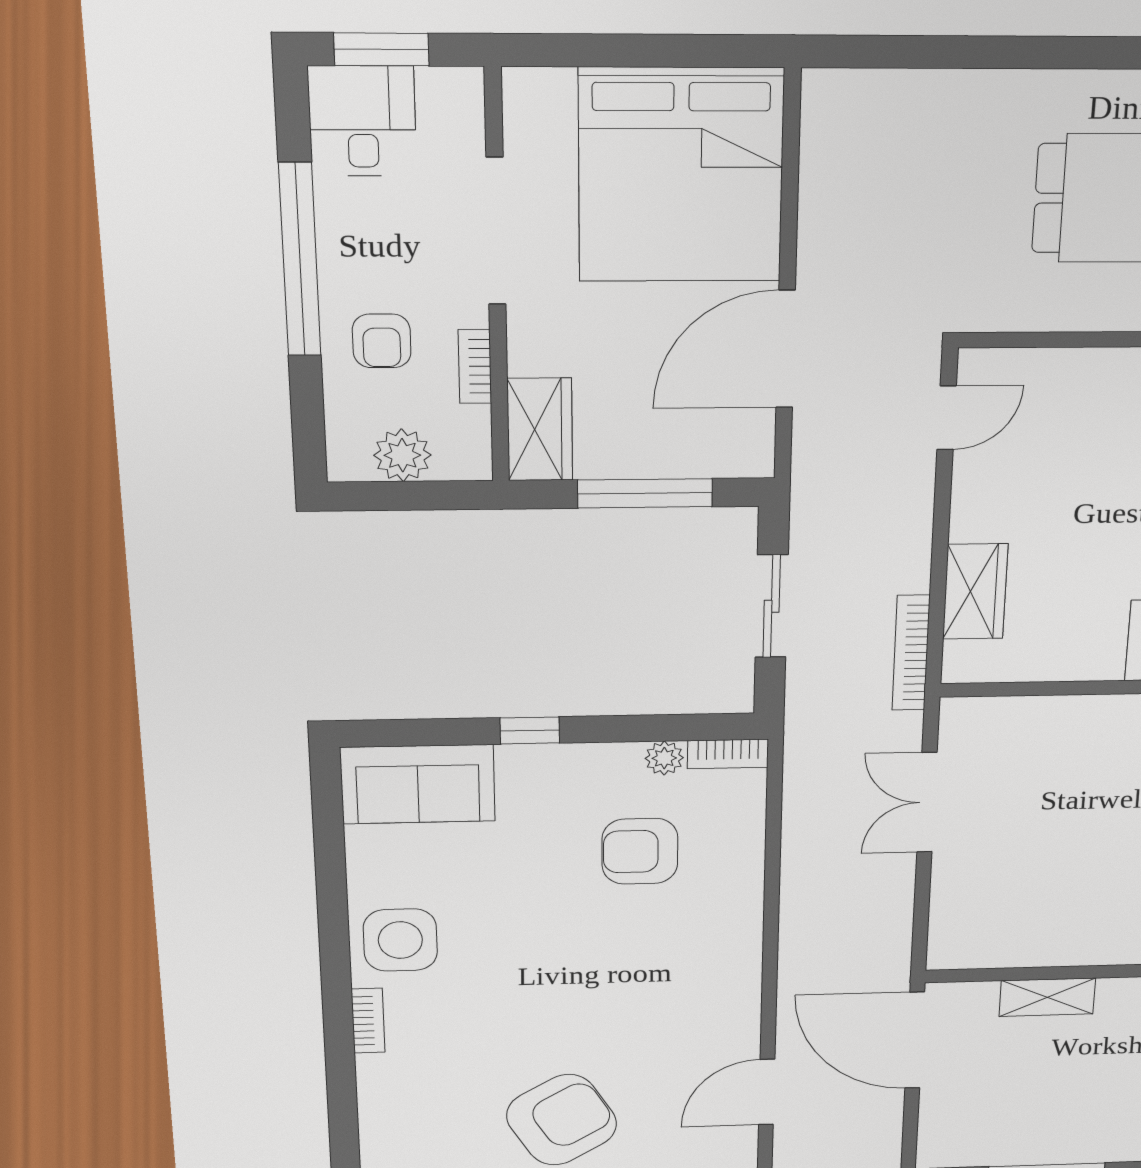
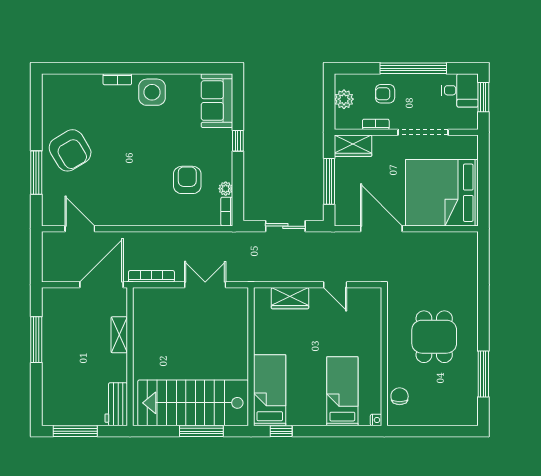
door: (947, 418) -> (335, 285), moved
bookcase: (911, 653) -> (151, 276), moved

